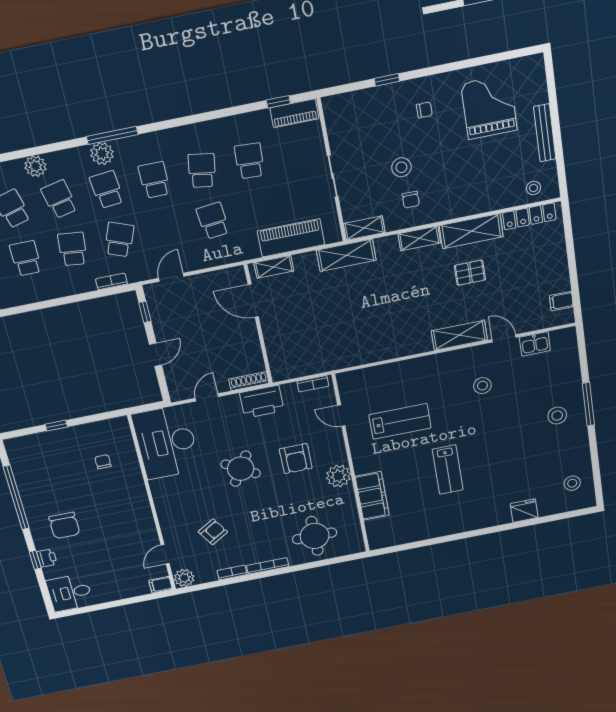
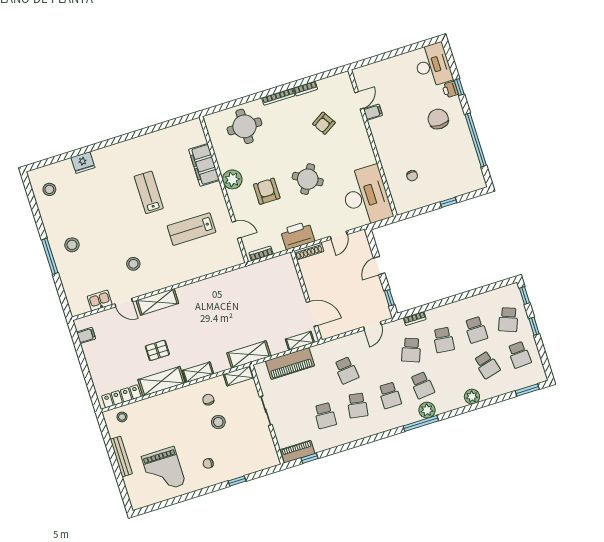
school desk: (59, 199) -> (455, 375), removed
plant: (184, 578) -> (343, 81), removed
filing cabinet: (161, 585) -> (373, 112), moved
desk: (70, 593) -> (433, 65), width x1.37

